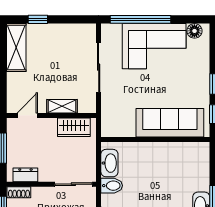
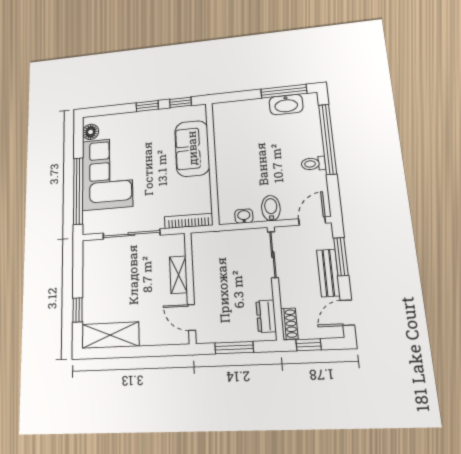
bookcase: (106, 117) -> (189, 221), added
sofa: (170, 123) -> (192, 148), width x0.73
wardrobe: (74, 127) -> (203, 259), removed
washbasin: (109, 163) -> (244, 216), width x0.52, depth x0.69

